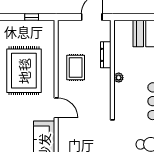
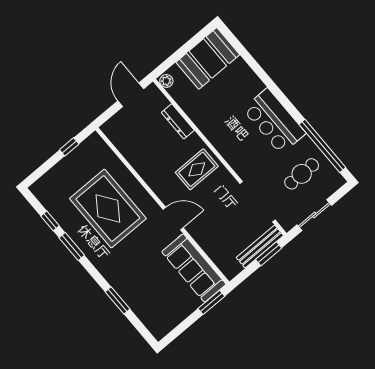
rug: (76, 68) -> (197, 169), moved, turned 90
plant: (119, 78) -> (166, 81), moved

